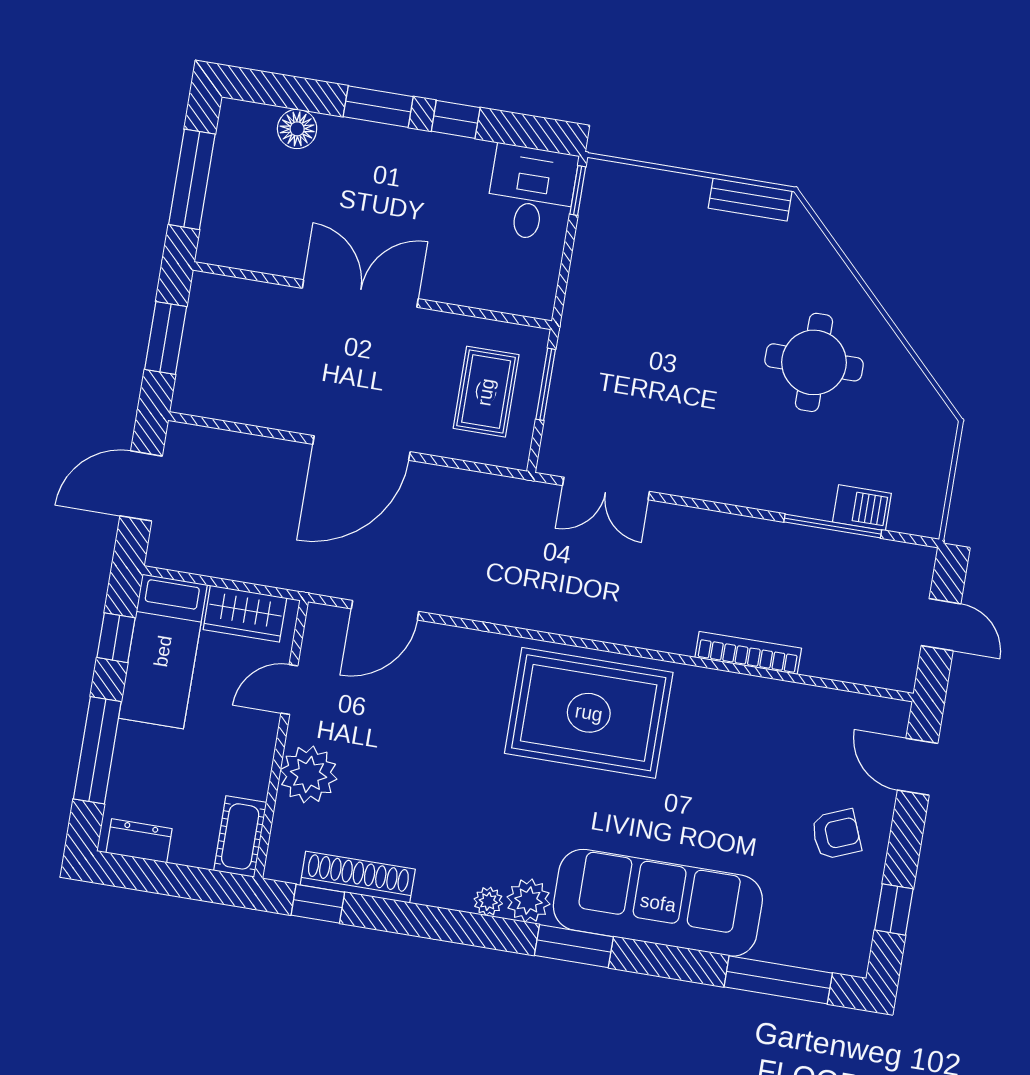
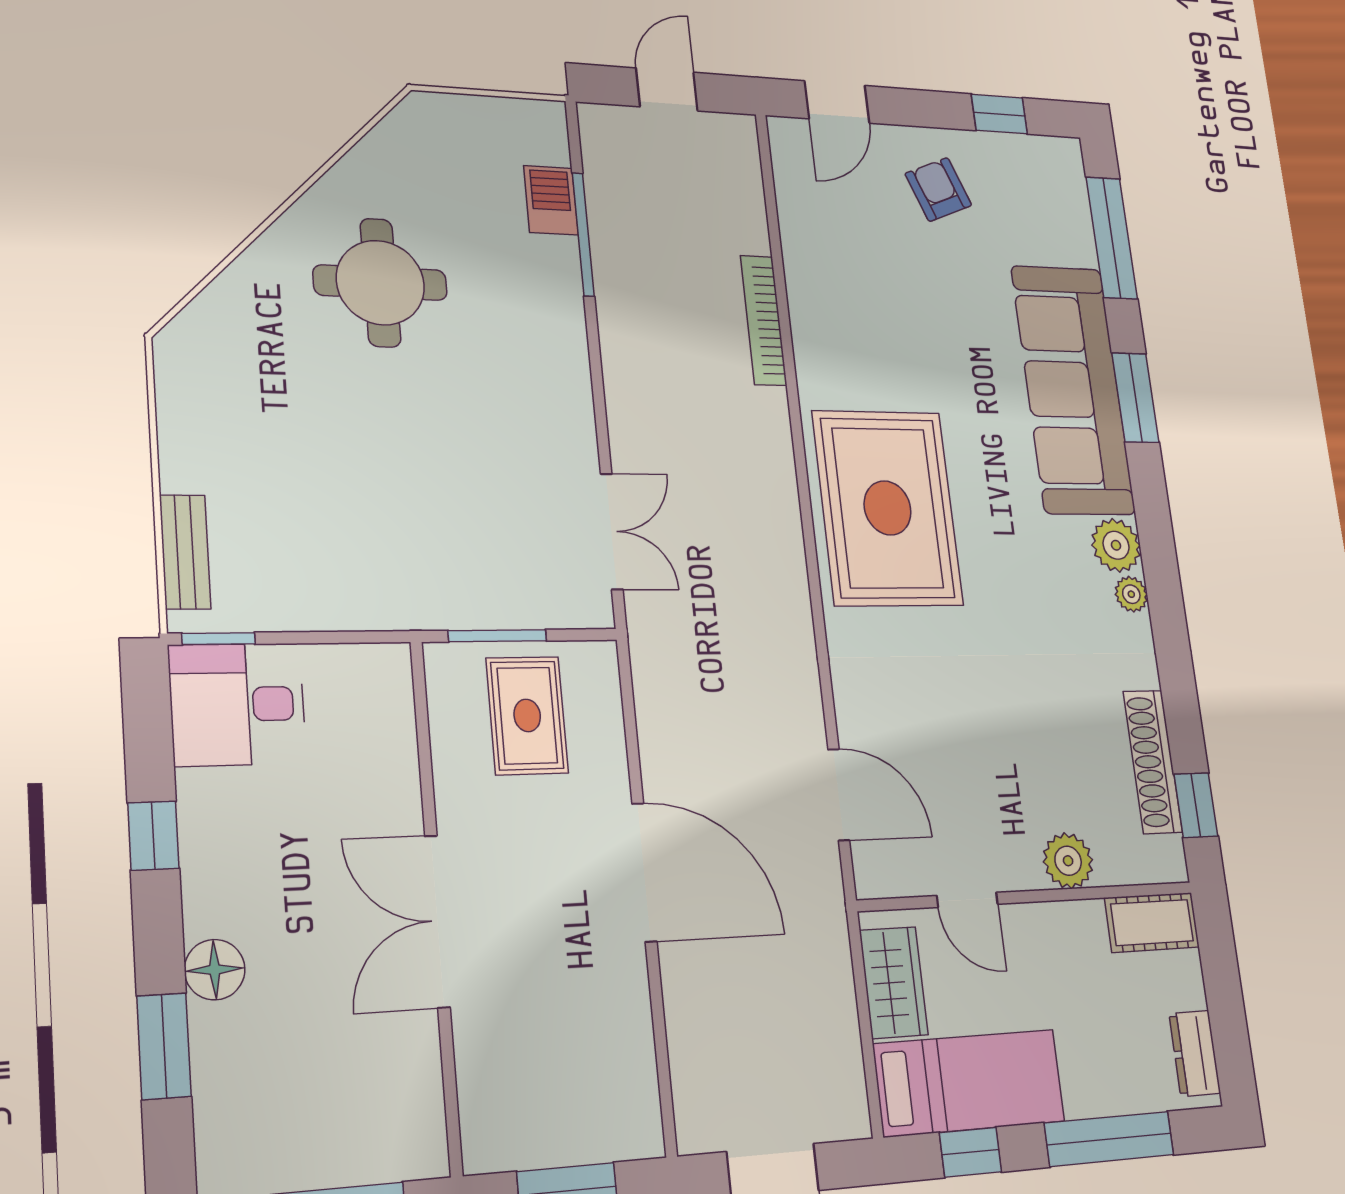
window: (378, 107) -> (164, 1046), moved
floor lamp: (297, 129) -> (215, 970), moved
bench: (750, 199) -> (185, 552), moved
rug: (486, 392) -> (527, 715), turned 90
plant: (309, 774) -> (1068, 861), width x0.73, depth x0.73
window: (574, 946) -> (1135, 398), moved

